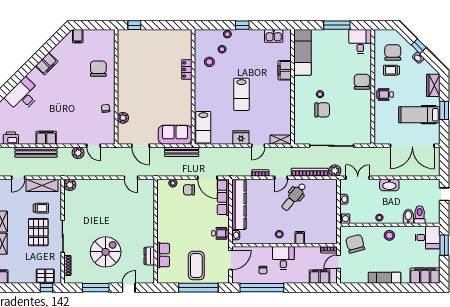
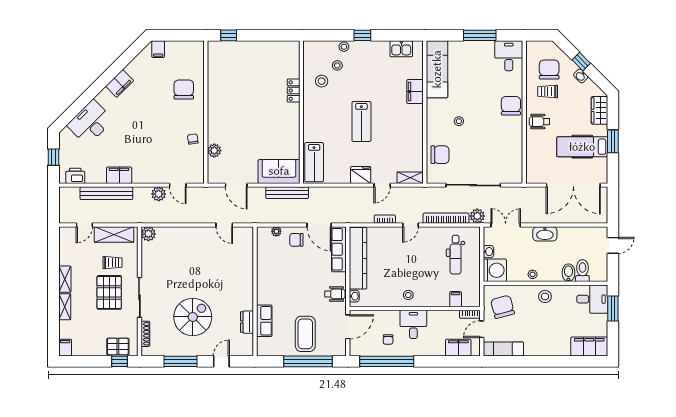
chair: (322, 110) -> (440, 155), moved
dental chair: (294, 197) -> (456, 255), moved, turned -39
washing machine: (345, 219) -> (495, 270), width x1.89, depth x1.89
filing cabinet: (300, 238) -> (456, 299), moved
exam couch: (385, 278) -> (503, 349), moved

